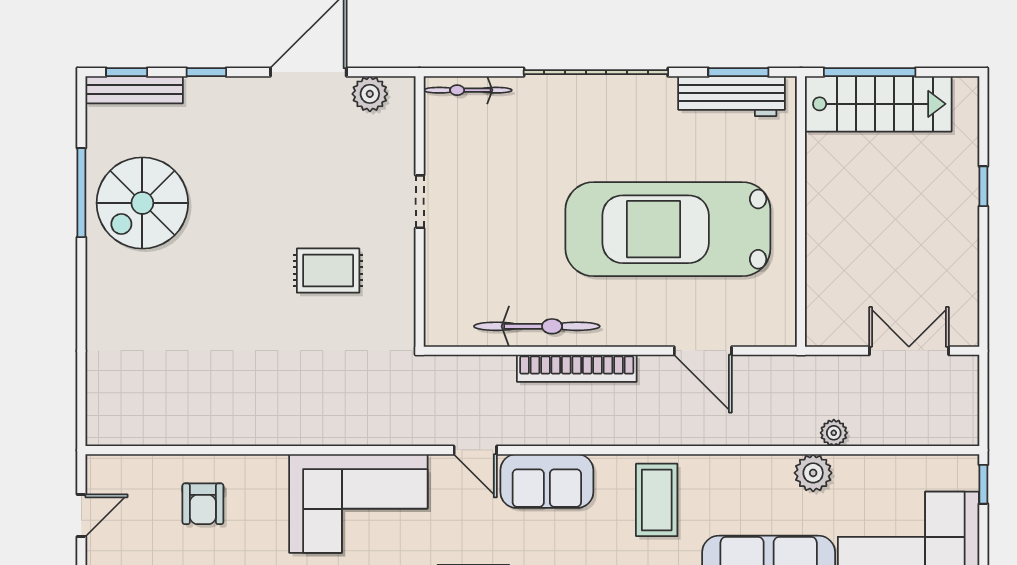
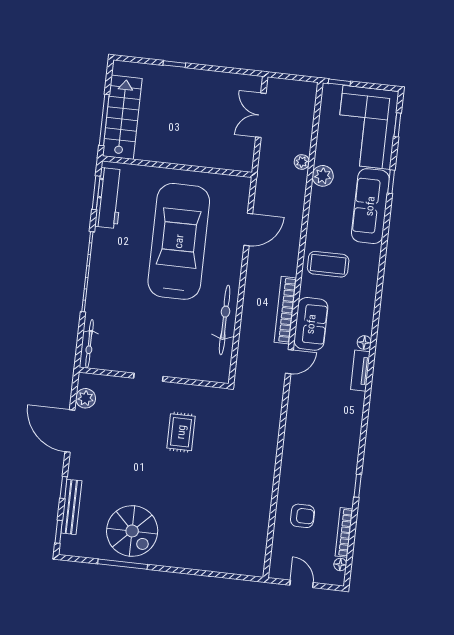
bench: (134, 90) -> (71, 507), moved
car: (668, 229) -> (179, 241), turned 180
bookcase: (577, 368) -> (285, 310), moved, turned 180
corner sofa: (358, 504) -> (312, 430), removed

